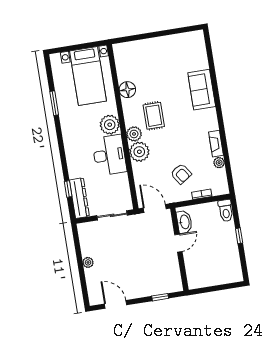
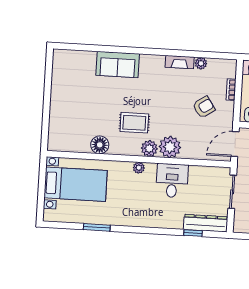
plant: (110, 125) -> (139, 168), width x0.53, depth x0.53
desk: (109, 155) -> (172, 181), width x0.73

